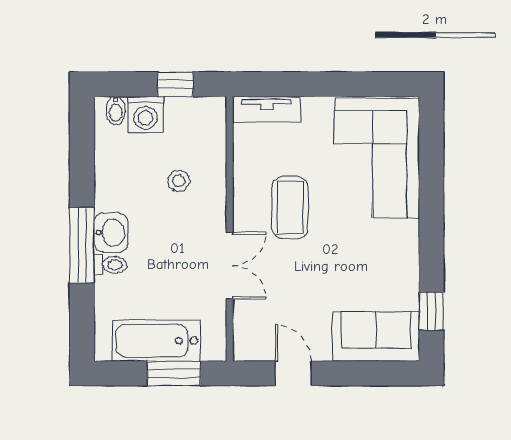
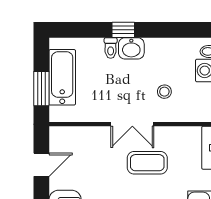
window: (82, 245) -> (123, 30), width x0.46
double door: (230, 266) -> (132, 124), moved

